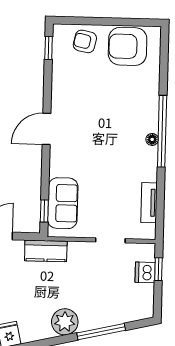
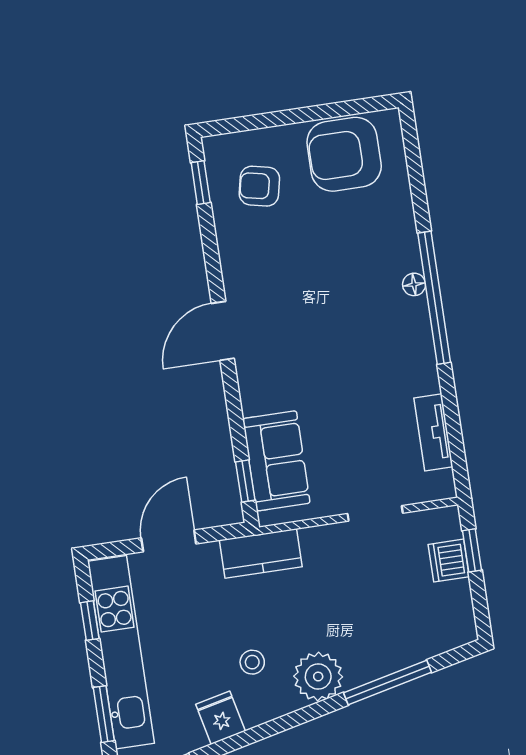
armchair: (85, 41) -> (259, 186), moved
floor lamp: (152, 139) -> (414, 284), moved
stool: (31, 308) -> (252, 662), added

